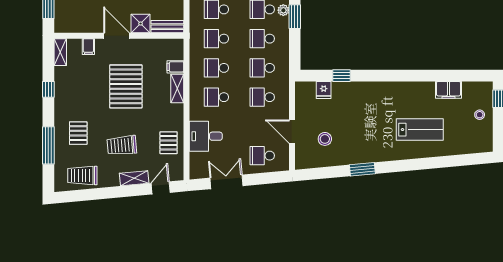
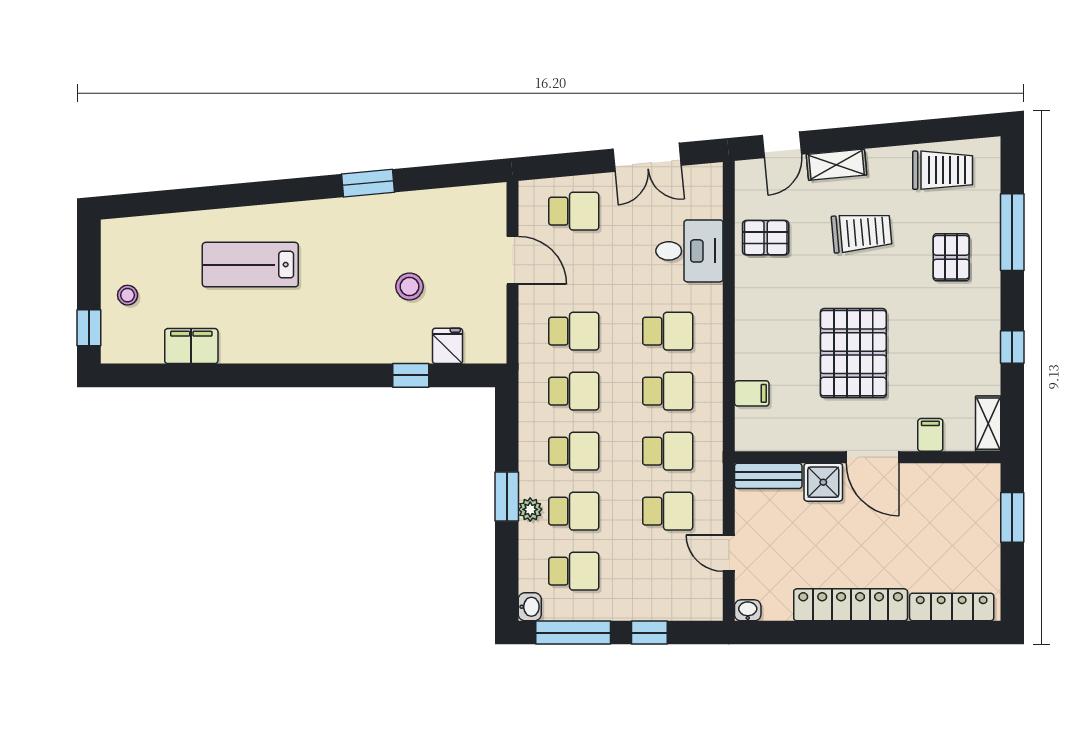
shelving: (177, 89) -> (748, 349), removed
stool: (325, 139) -> (410, 286), moved
pallet: (169, 143) -> (766, 238), turned 90

